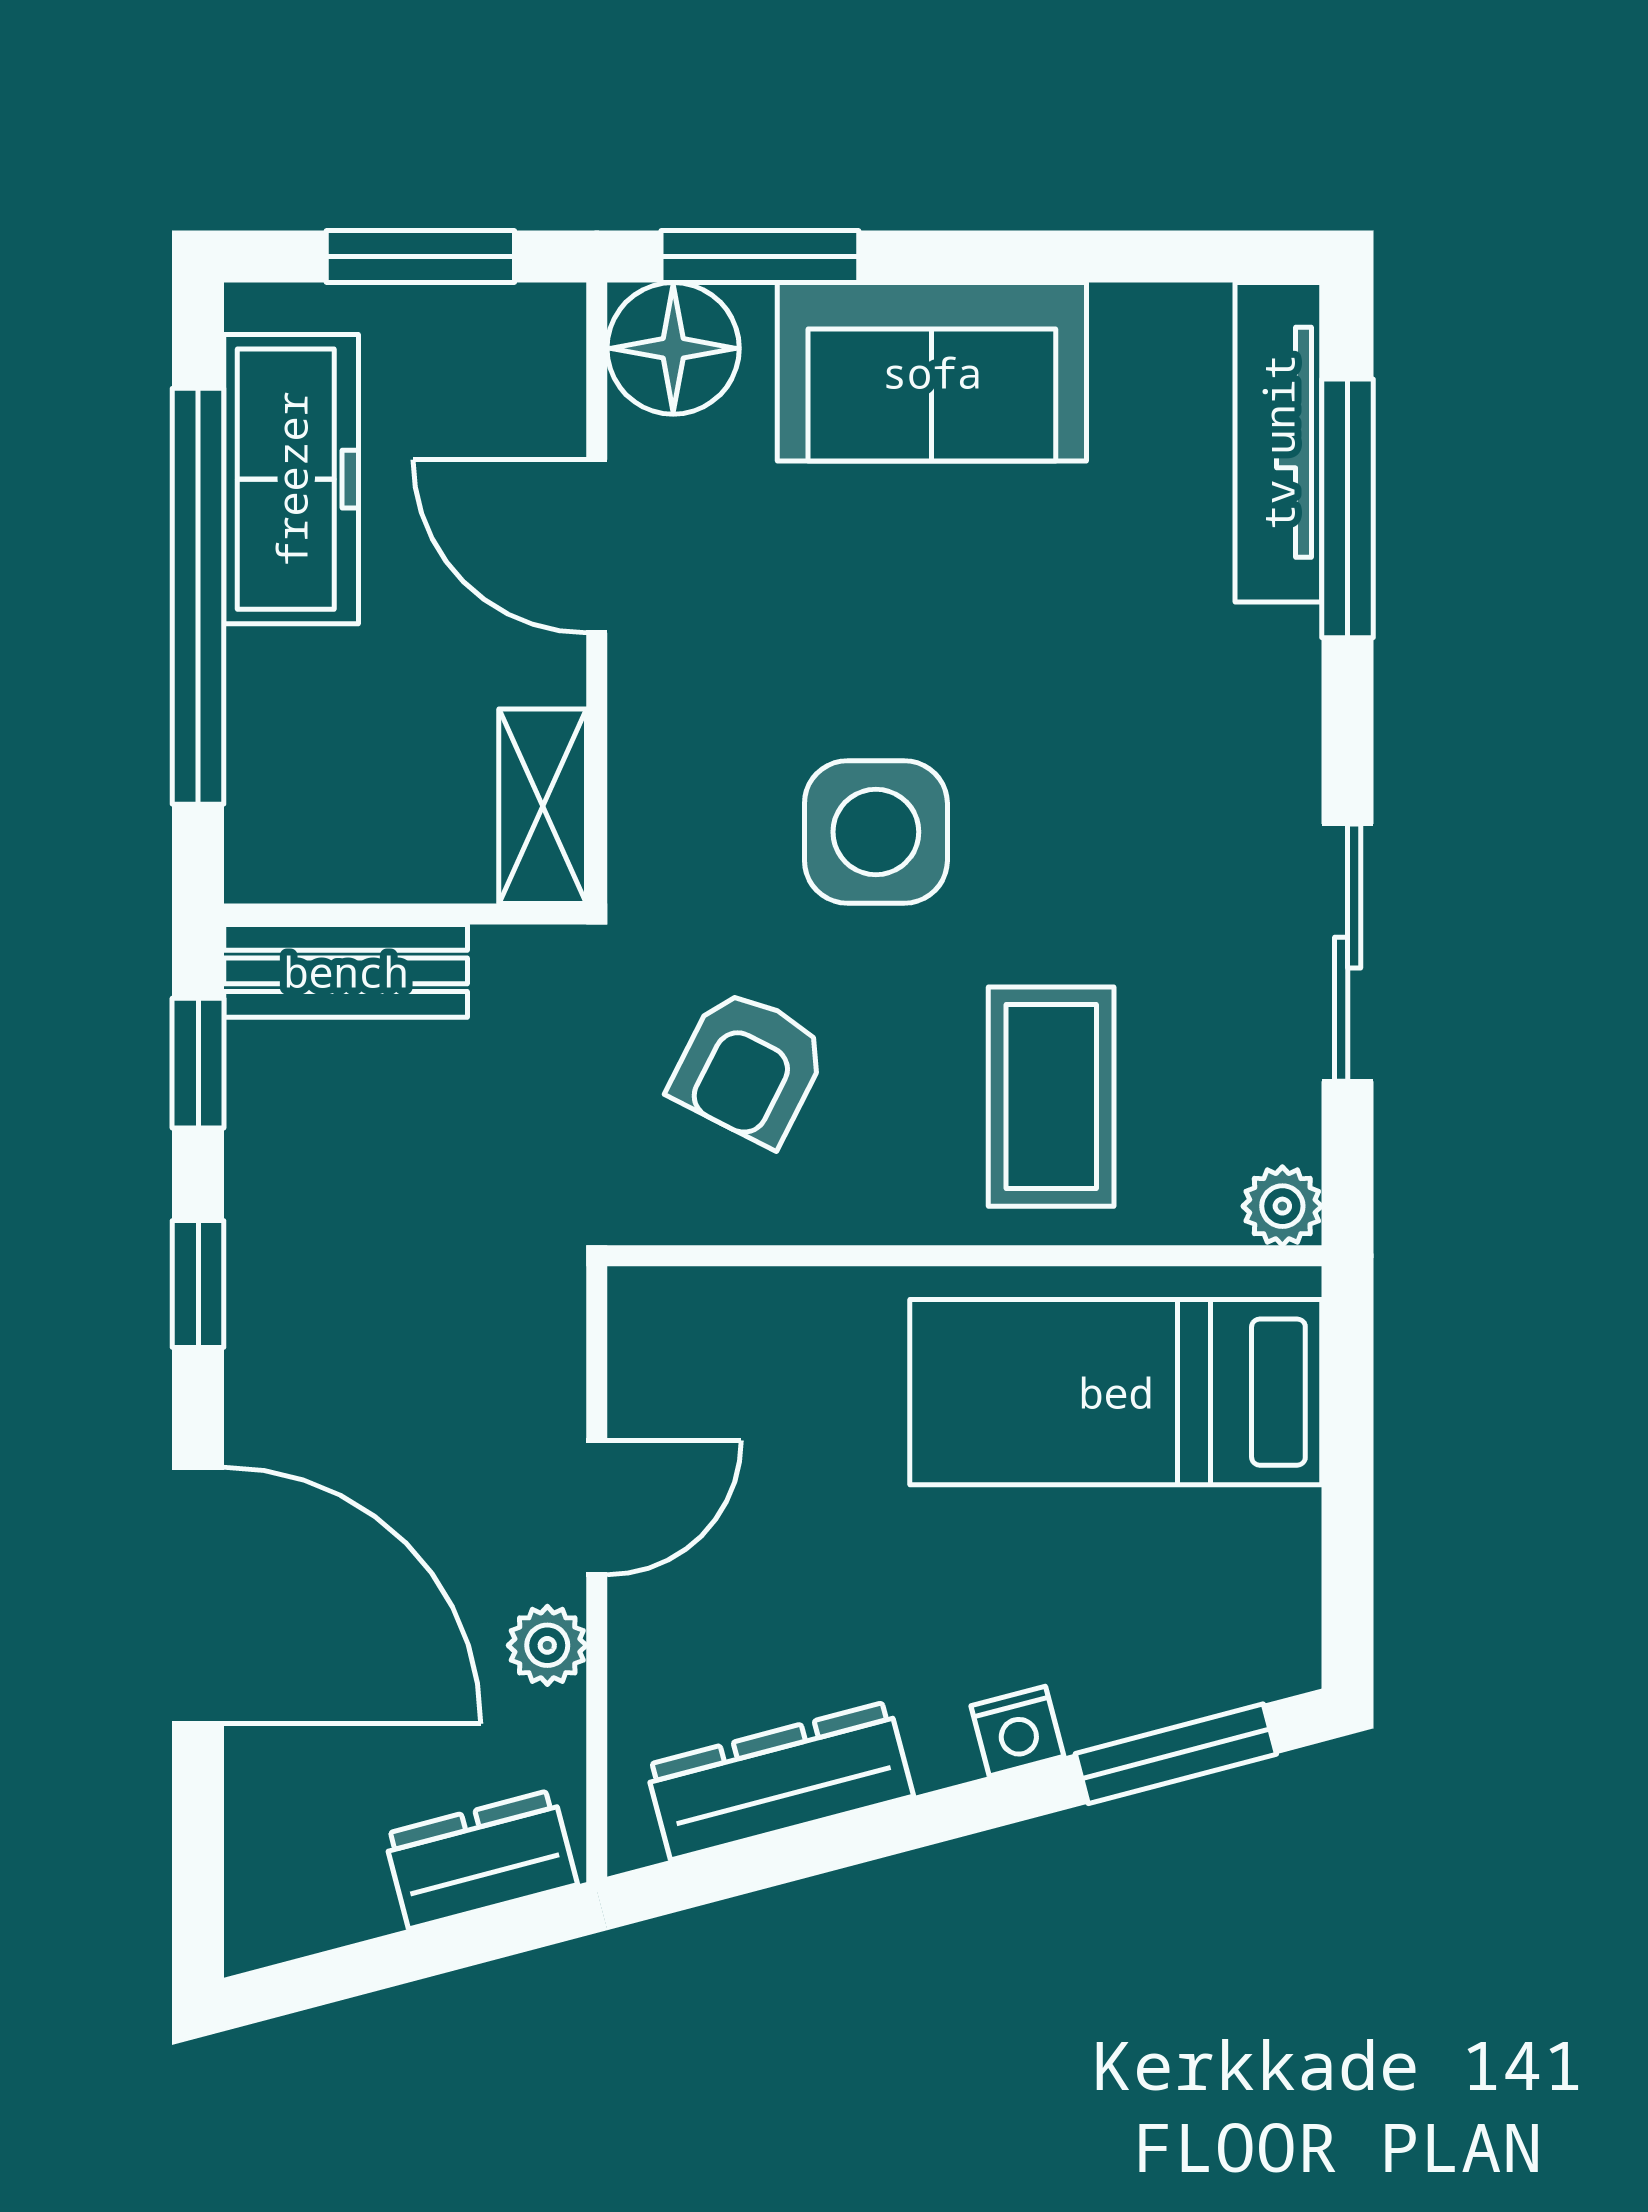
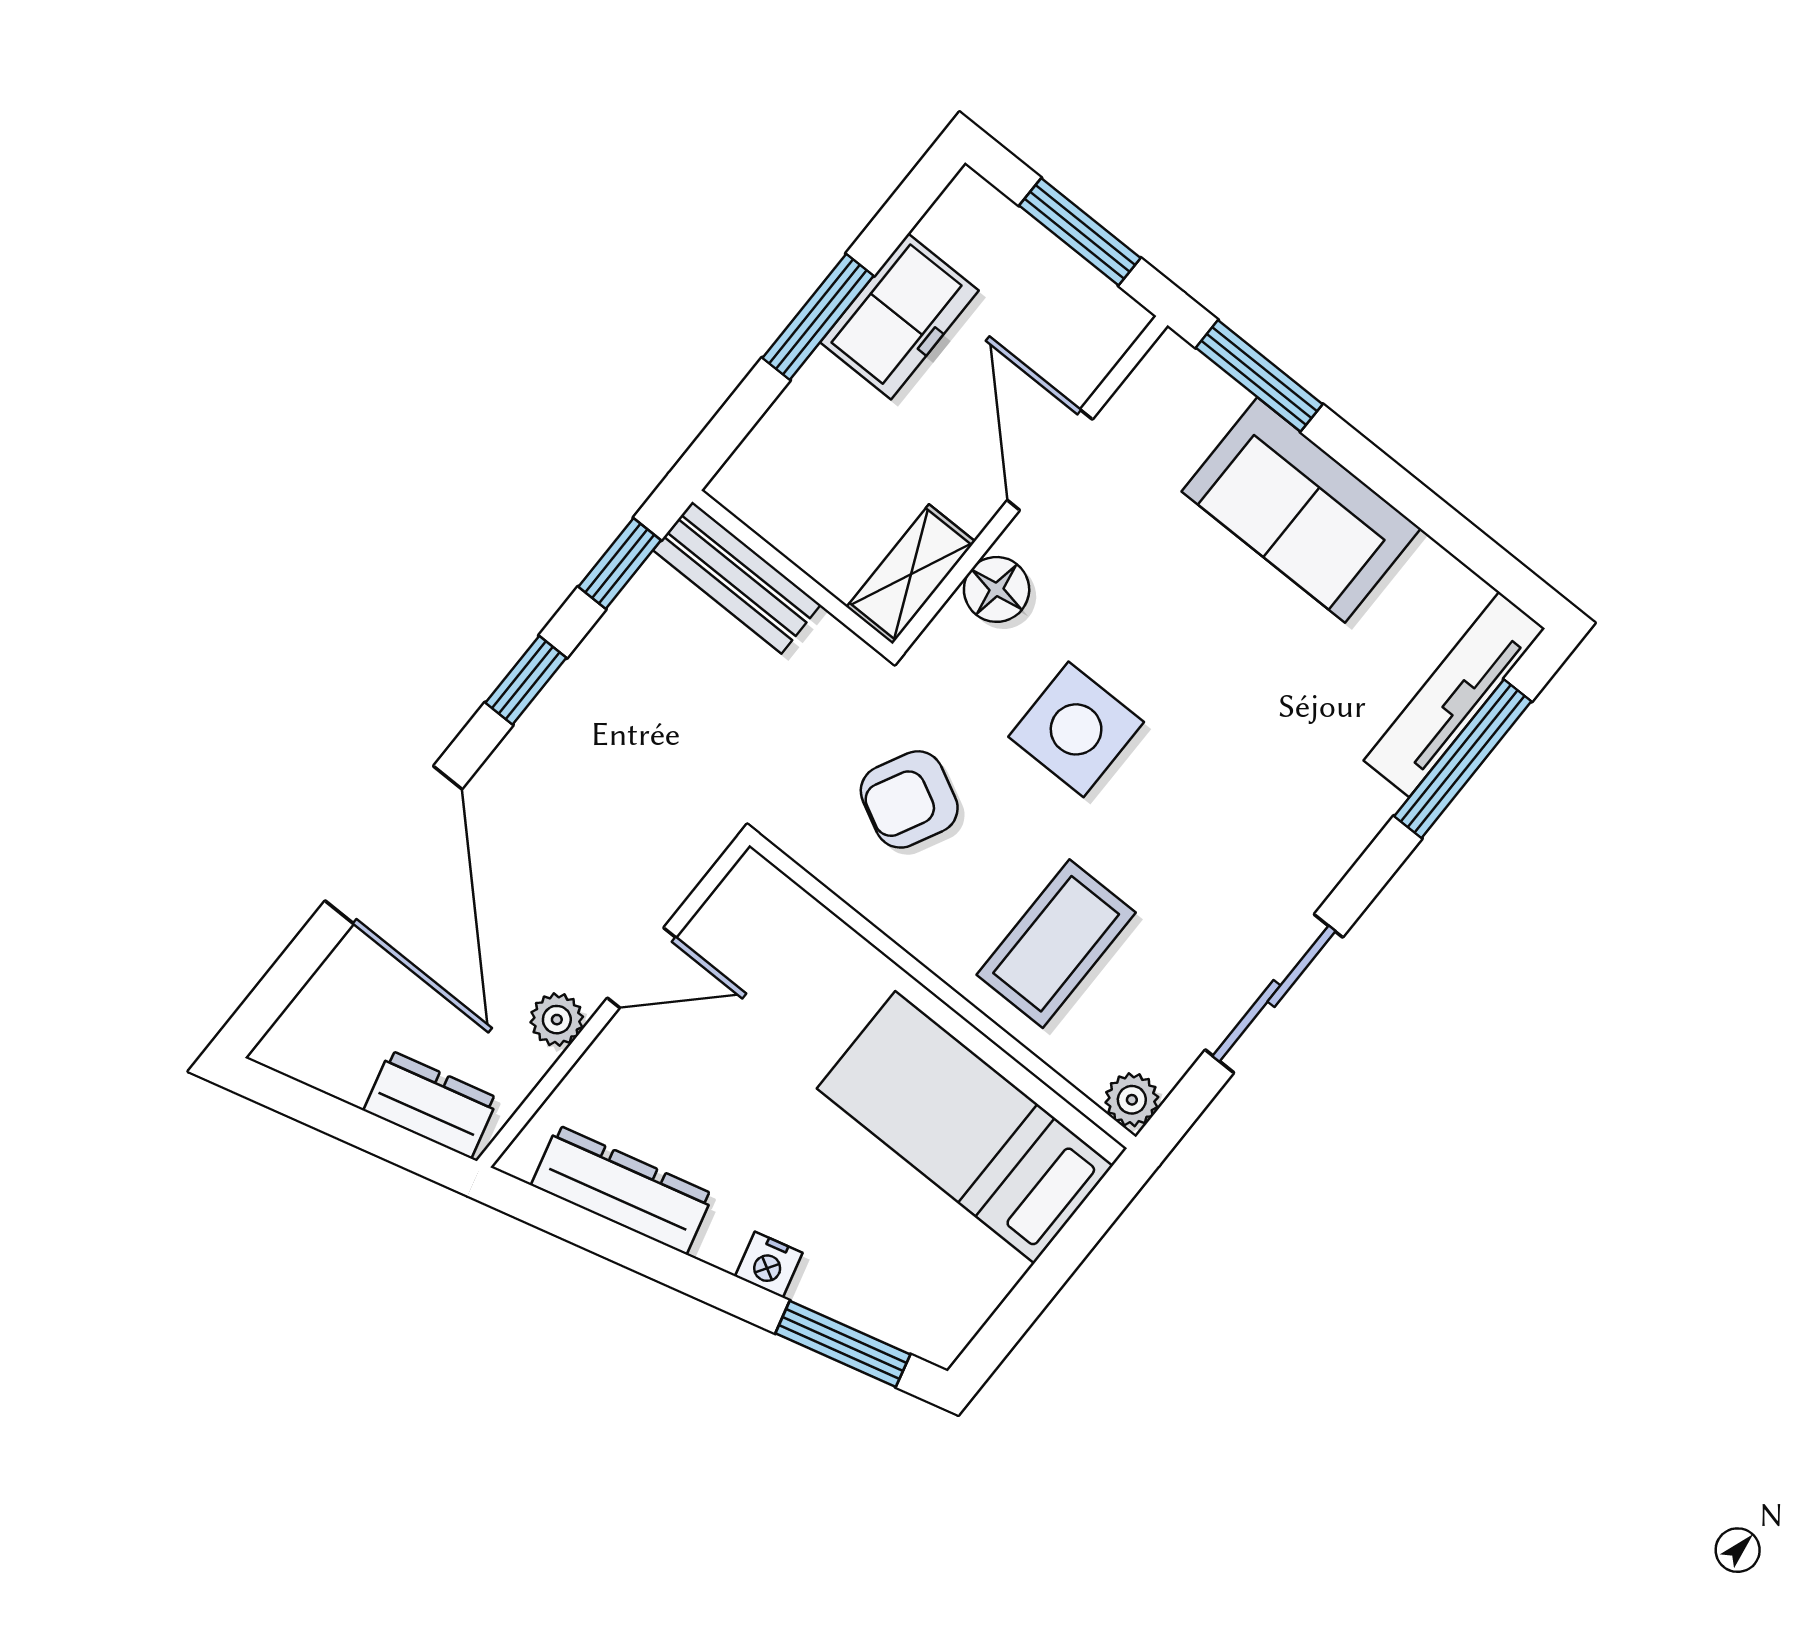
floor lamp: (673, 348) -> (997, 589), moved, width x0.73, depth x0.73
freezer: (291, 479) -> (899, 316), width x0.71
window: (198, 596) -> (818, 317), width x0.47

